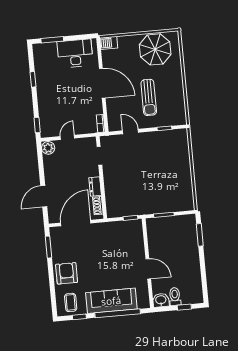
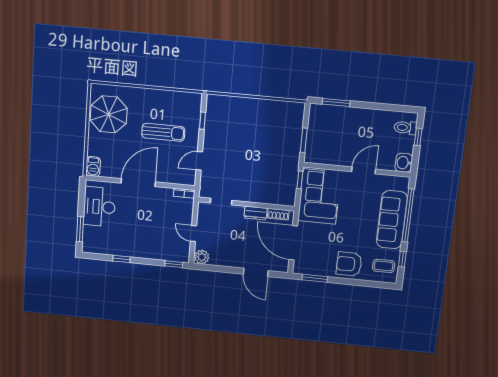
corner sofa: (119, 237) -> (319, 197), added
toilet: (175, 297) -> (405, 128), moved

